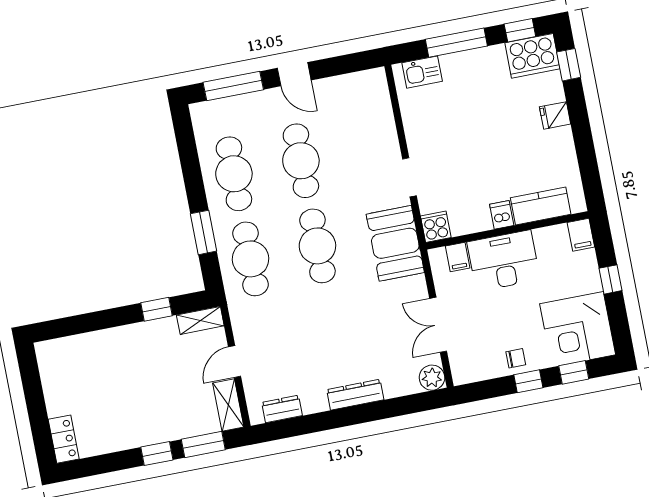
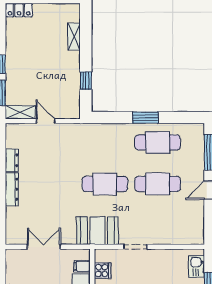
cooker: (436, 227) -> (103, 271), moved
window: (204, 232) -> (145, 118), moved
cafe table: (251, 259) -> (105, 143), removed
shelving: (200, 320) -> (74, 37), moved
plant: (432, 378) -> (13, 237), removed
dresser: (282, 409) -> (12, 160), moved

